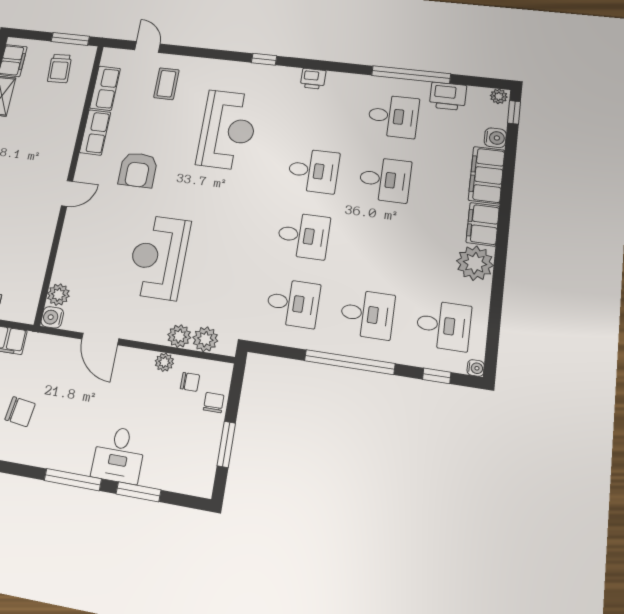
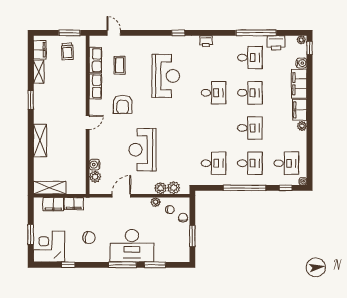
coffee table: (166, 84) -> (120, 65), moved
desk: (303, 236) -> (250, 128), moved
plant: (475, 263) -> (302, 126), width x0.53, depth x0.53
water cooler: (52, 317) -> (95, 165), moved
door: (100, 339) -> (121, 196), swing flipped
desk: (119, 455) -> (132, 246), width x1.87, depth x1.30

